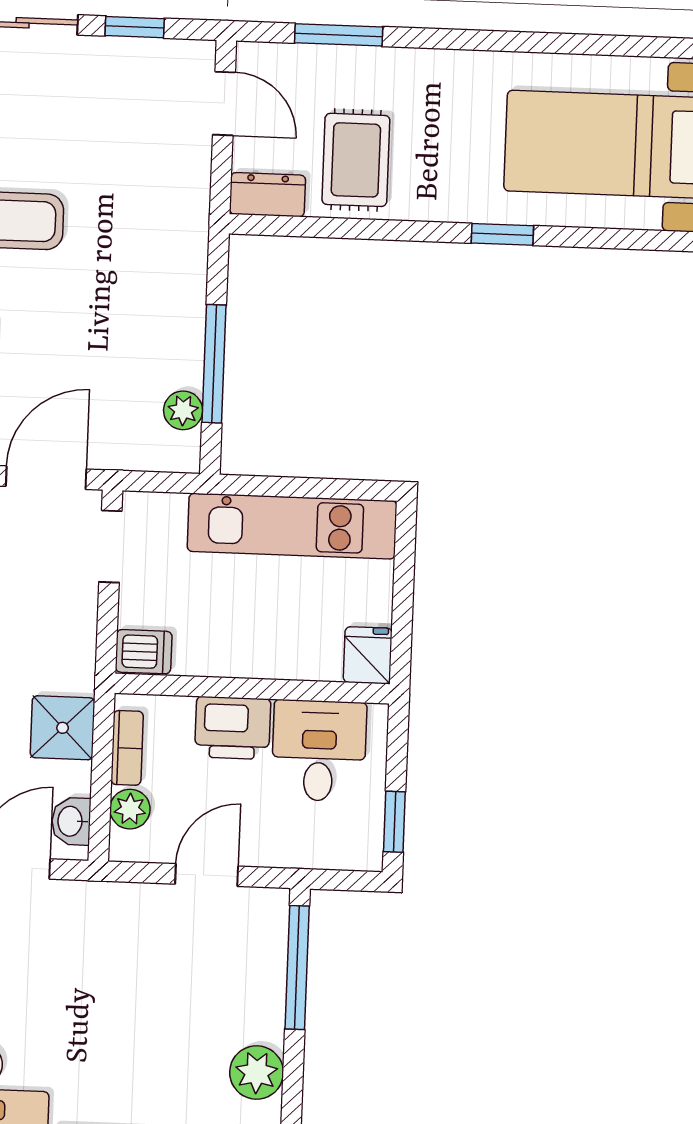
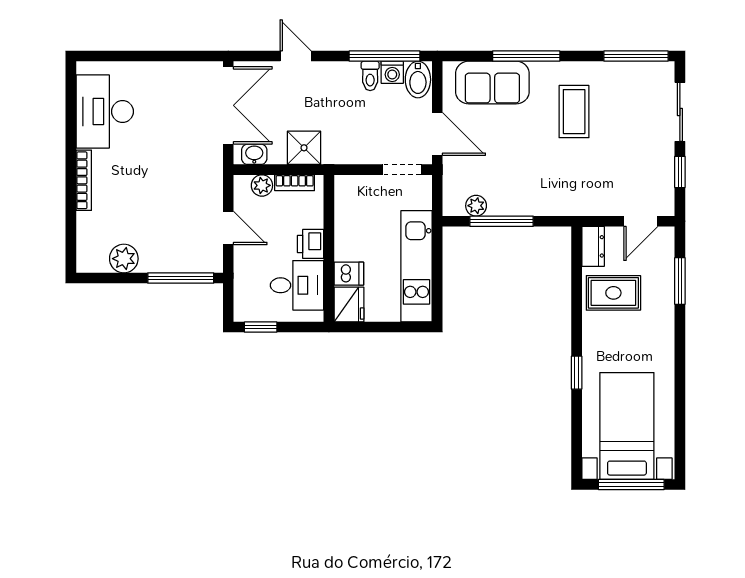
dishwasher: (144, 652) -> (349, 274), moved, turned -90
fridge: (368, 655) -> (349, 305), width x1.38
printer: (233, 728) -> (311, 244), width x0.73, depth x0.81

